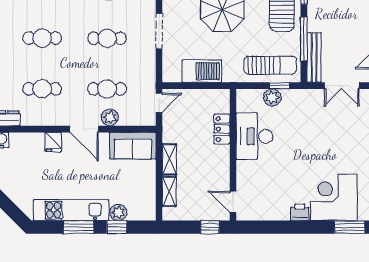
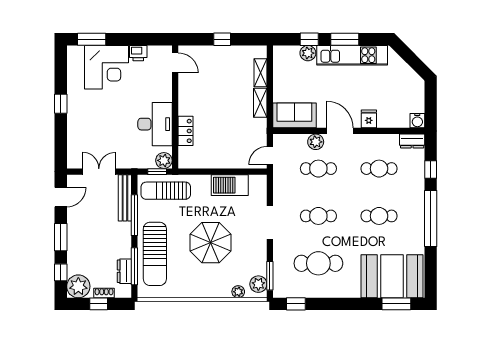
locker: (222, 129) -> (185, 131), moved
desk: (254, 136) -> (155, 124), moved
wall: (233, 155) -> (175, 107), moved
door: (233, 202) -> (175, 63), moved

